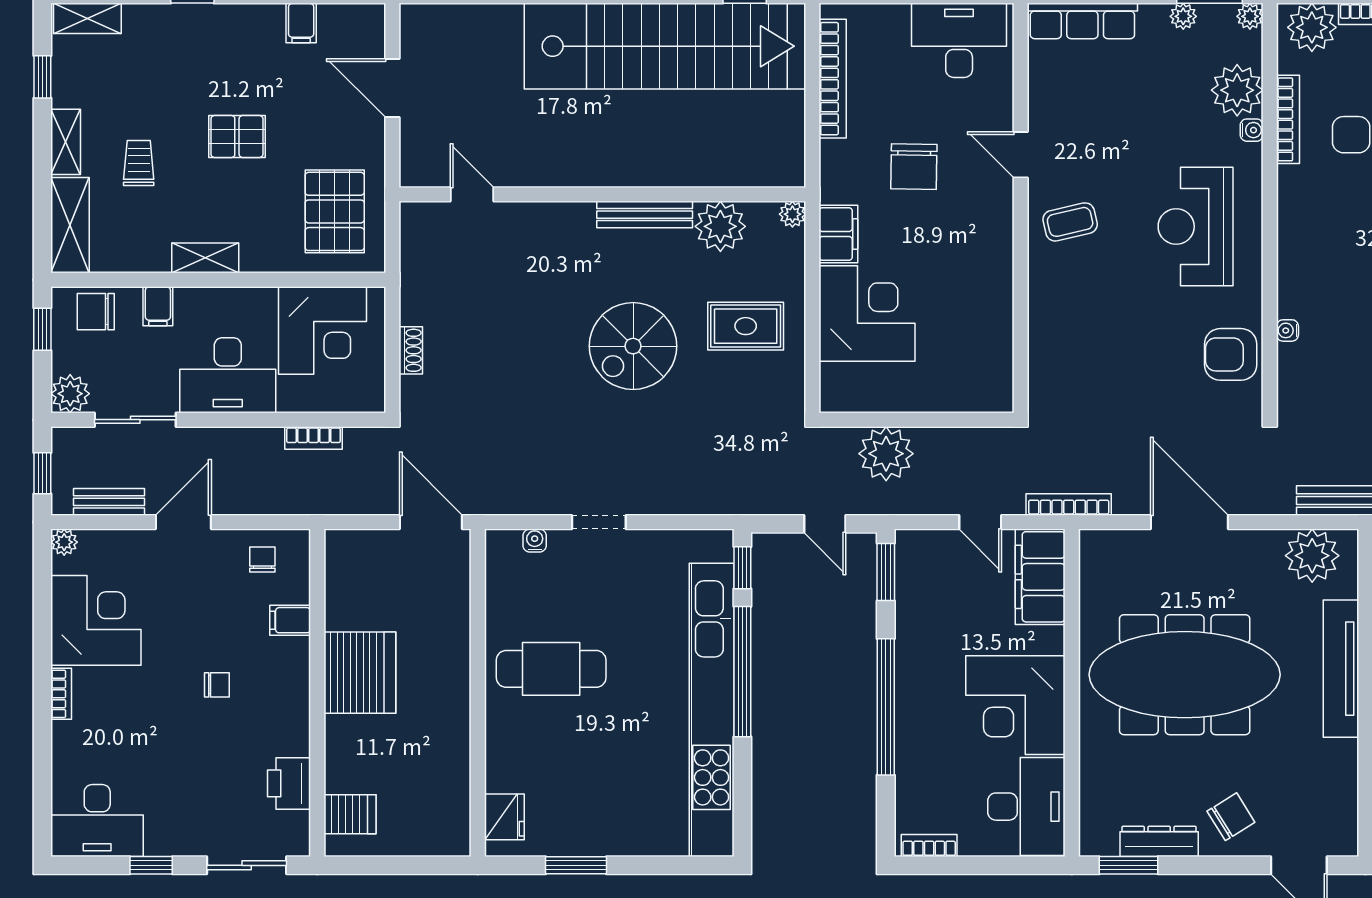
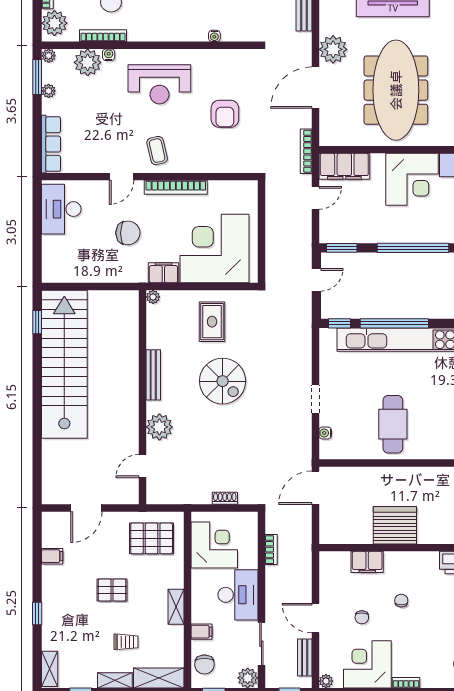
bookcase: (833, 79) -> (176, 187), moved, turned 180
pallet: (237, 137) -> (112, 590), turned 90
trolley: (139, 163) -> (126, 642), turned 180
plant: (720, 226) -> (159, 427), moved
corner desk: (867, 313) -> (214, 248), width x1.36, depth x1.36
armchair: (1231, 354) -> (225, 114), moved
plant: (886, 454) -> (279, 248), removed
plant: (1312, 556) -> (333, 49), moved
chair: (262, 559) -> (362, 617), moved, turned -88
filing cabinet: (290, 620) -> (367, 562), width x2.00

